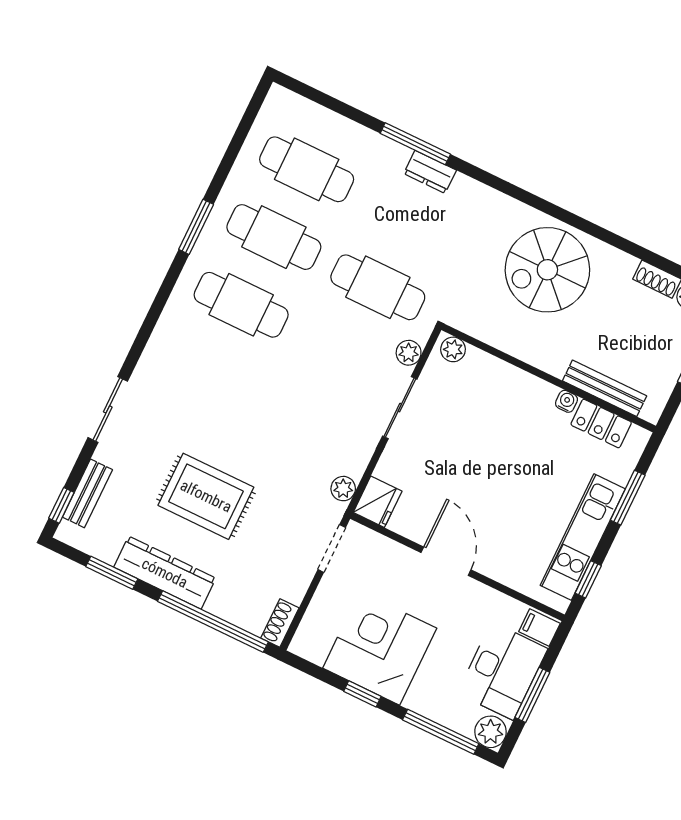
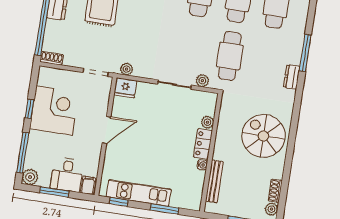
dresser: (430, 172) -> (292, 77), moved
plant: (453, 349) -> (207, 122), moved
locker: (601, 423) -> (203, 144), moved
desk: (502, 671) -> (67, 175), width x0.73

